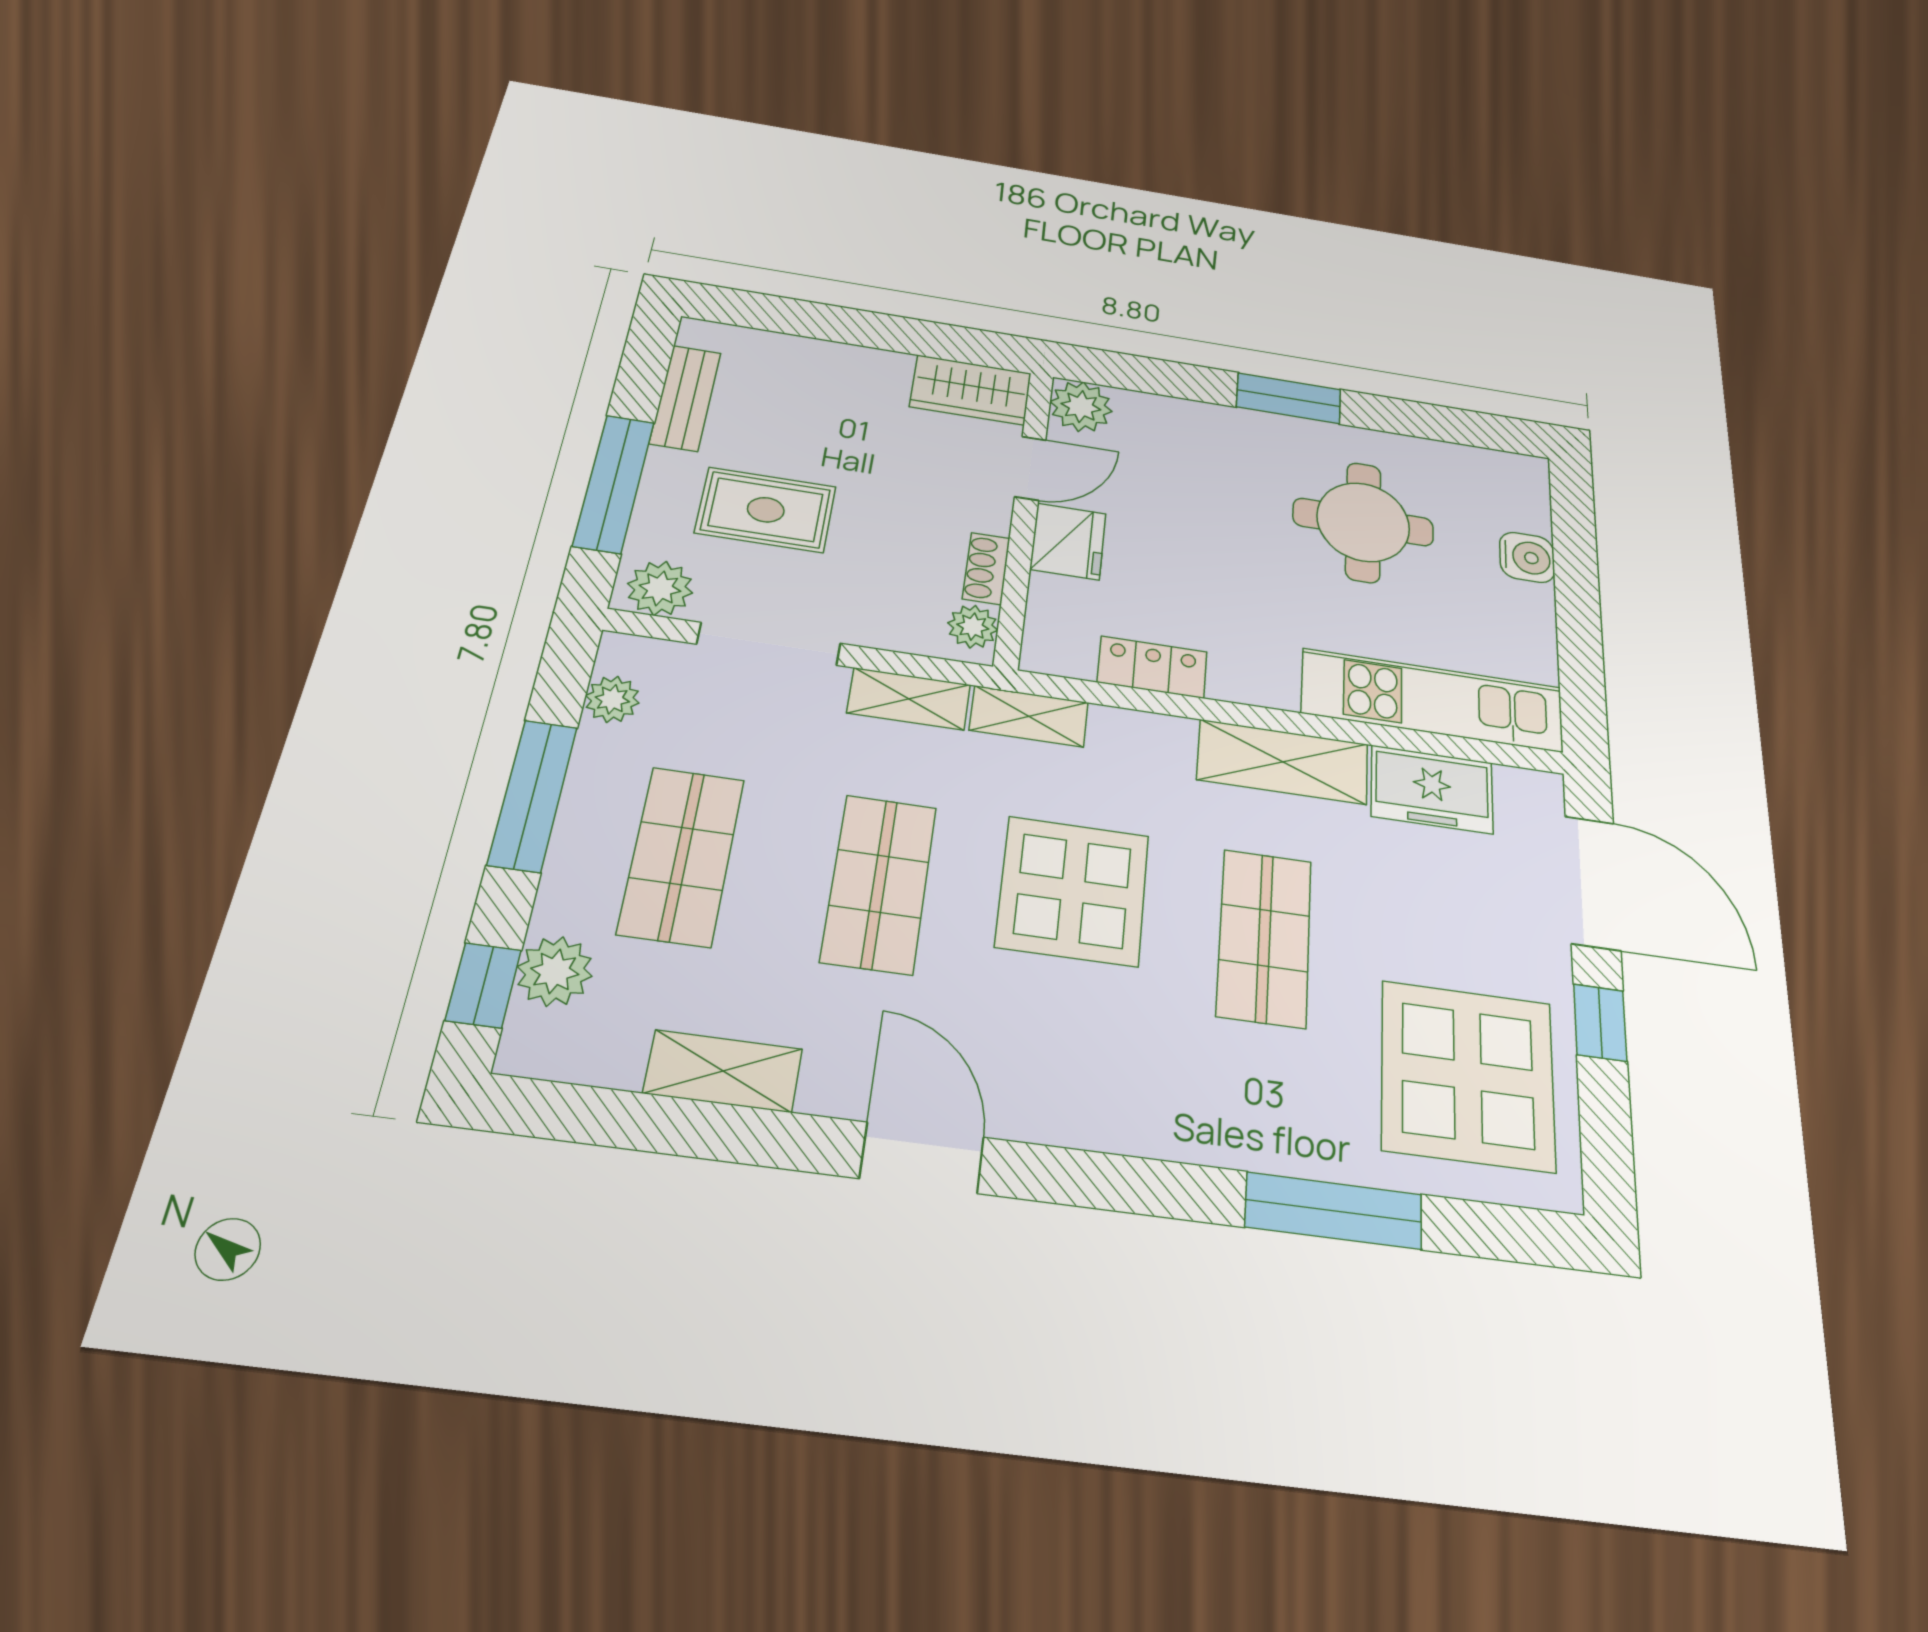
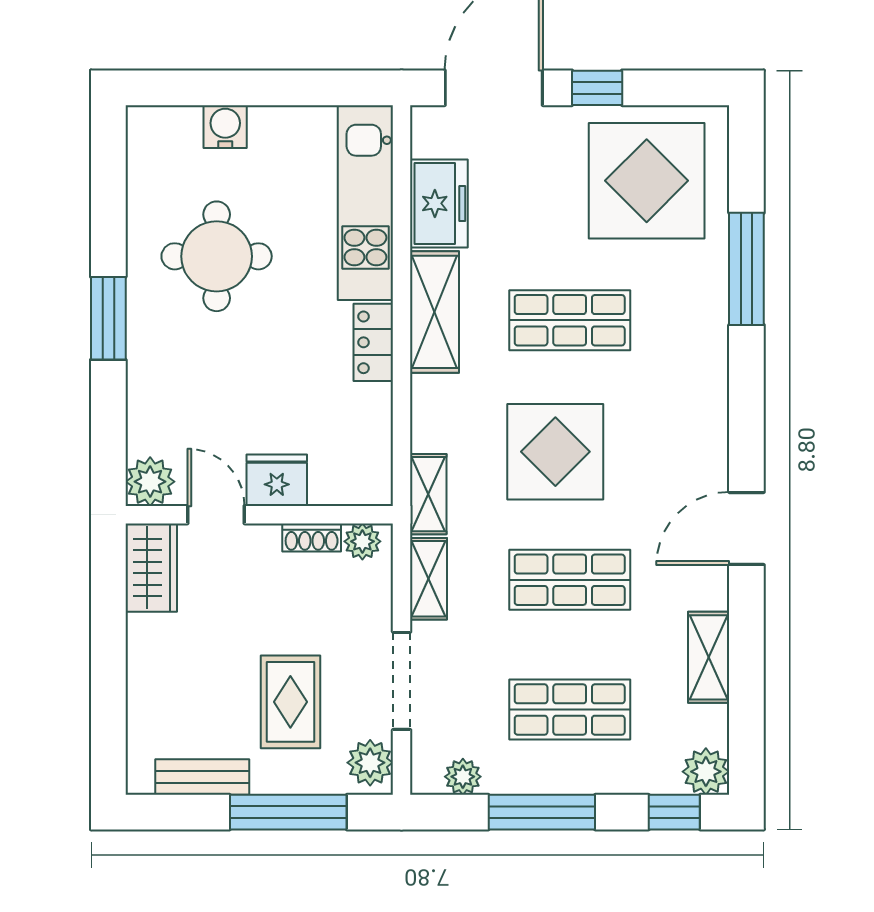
locker: (1152, 667) -> (373, 342), moved
plant: (555, 971) -> (706, 772), moved

